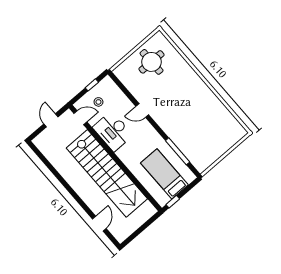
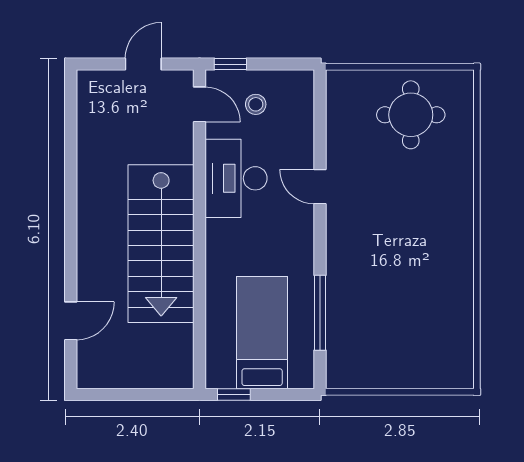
window: (92, 85) -> (230, 64), moved
stairs: (107, 173) -> (161, 244), width x0.73

